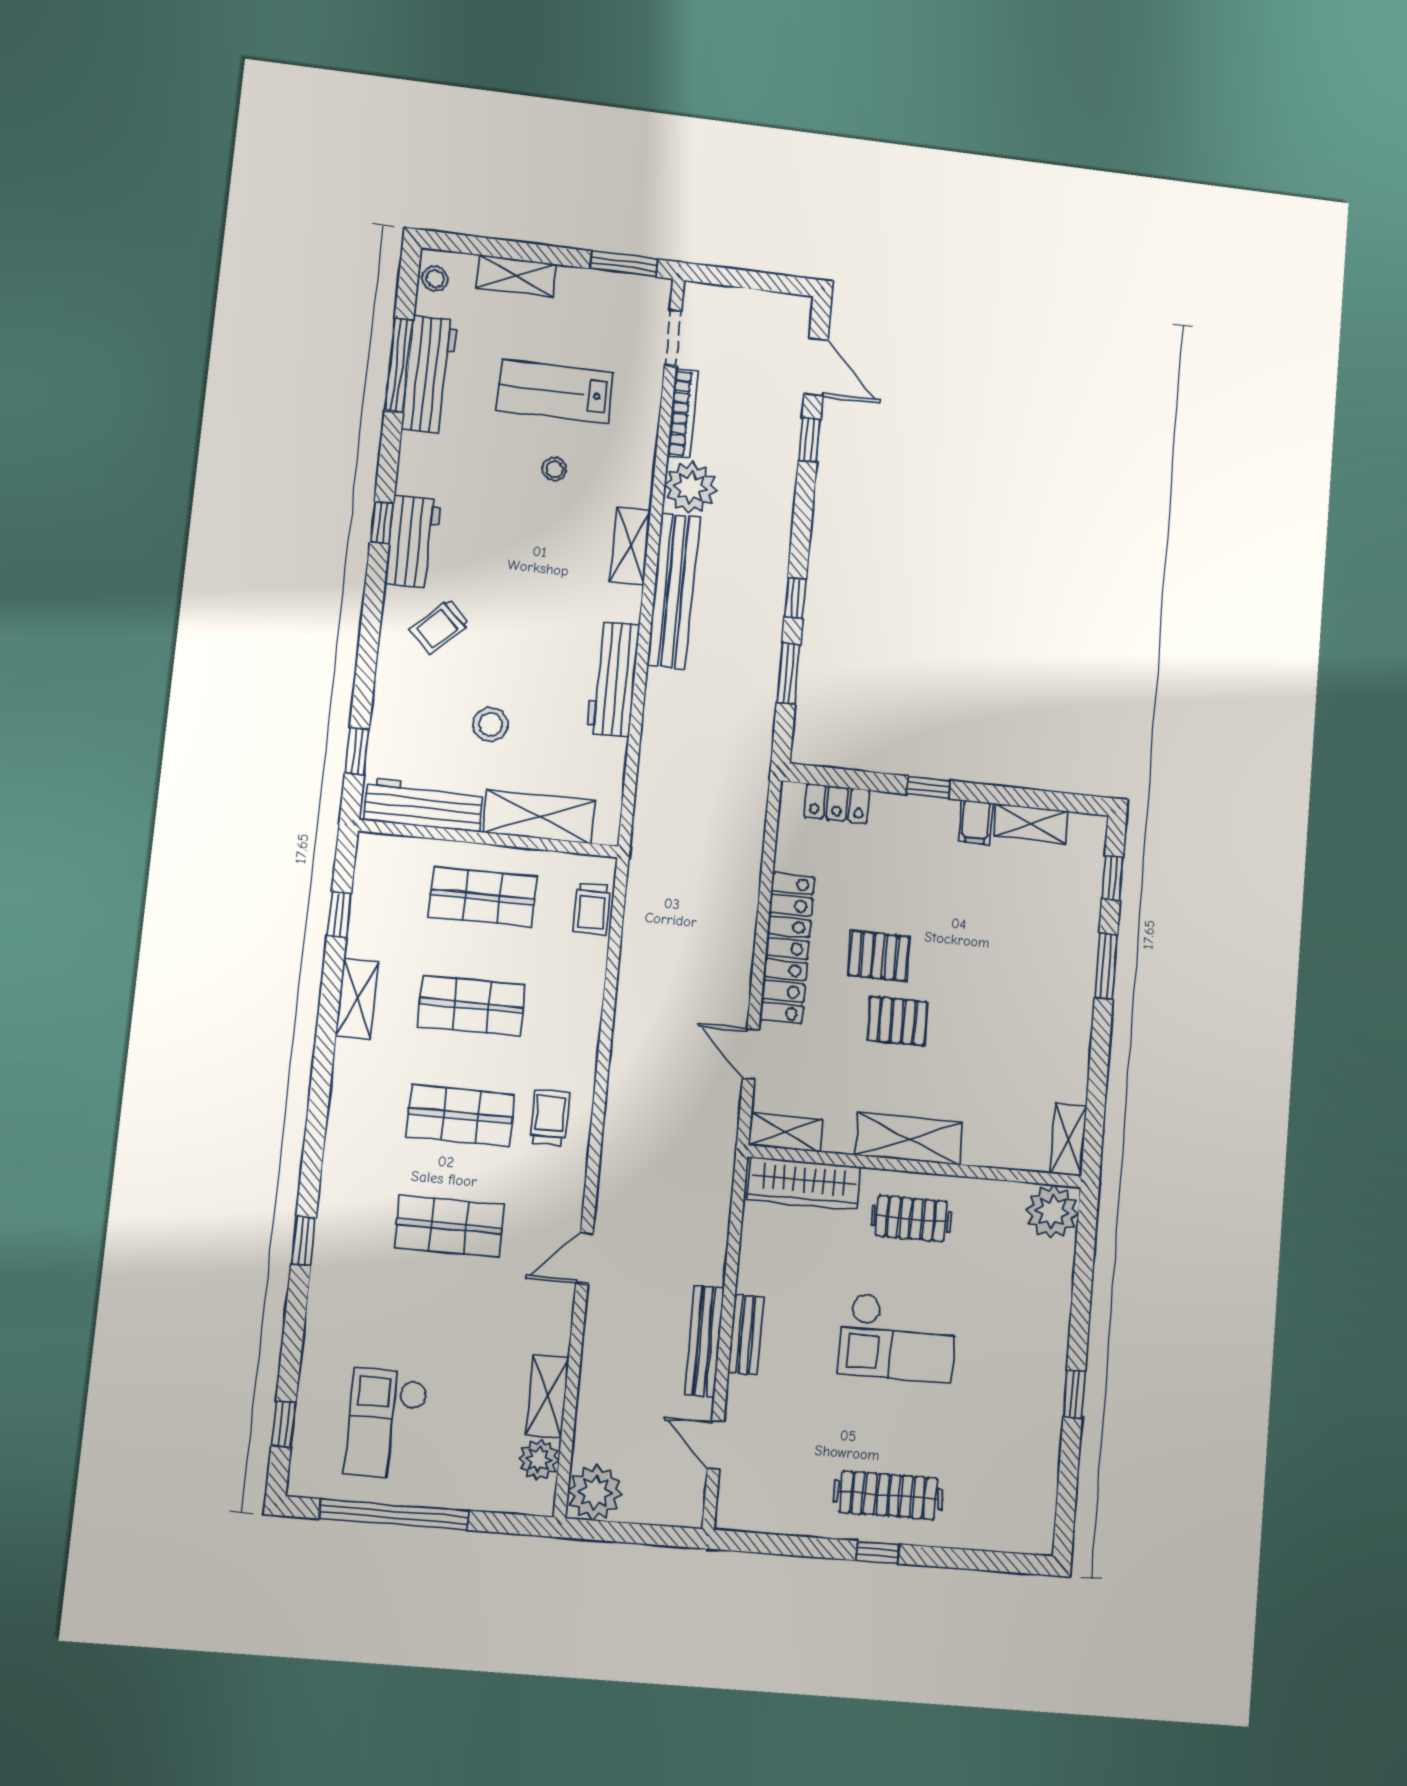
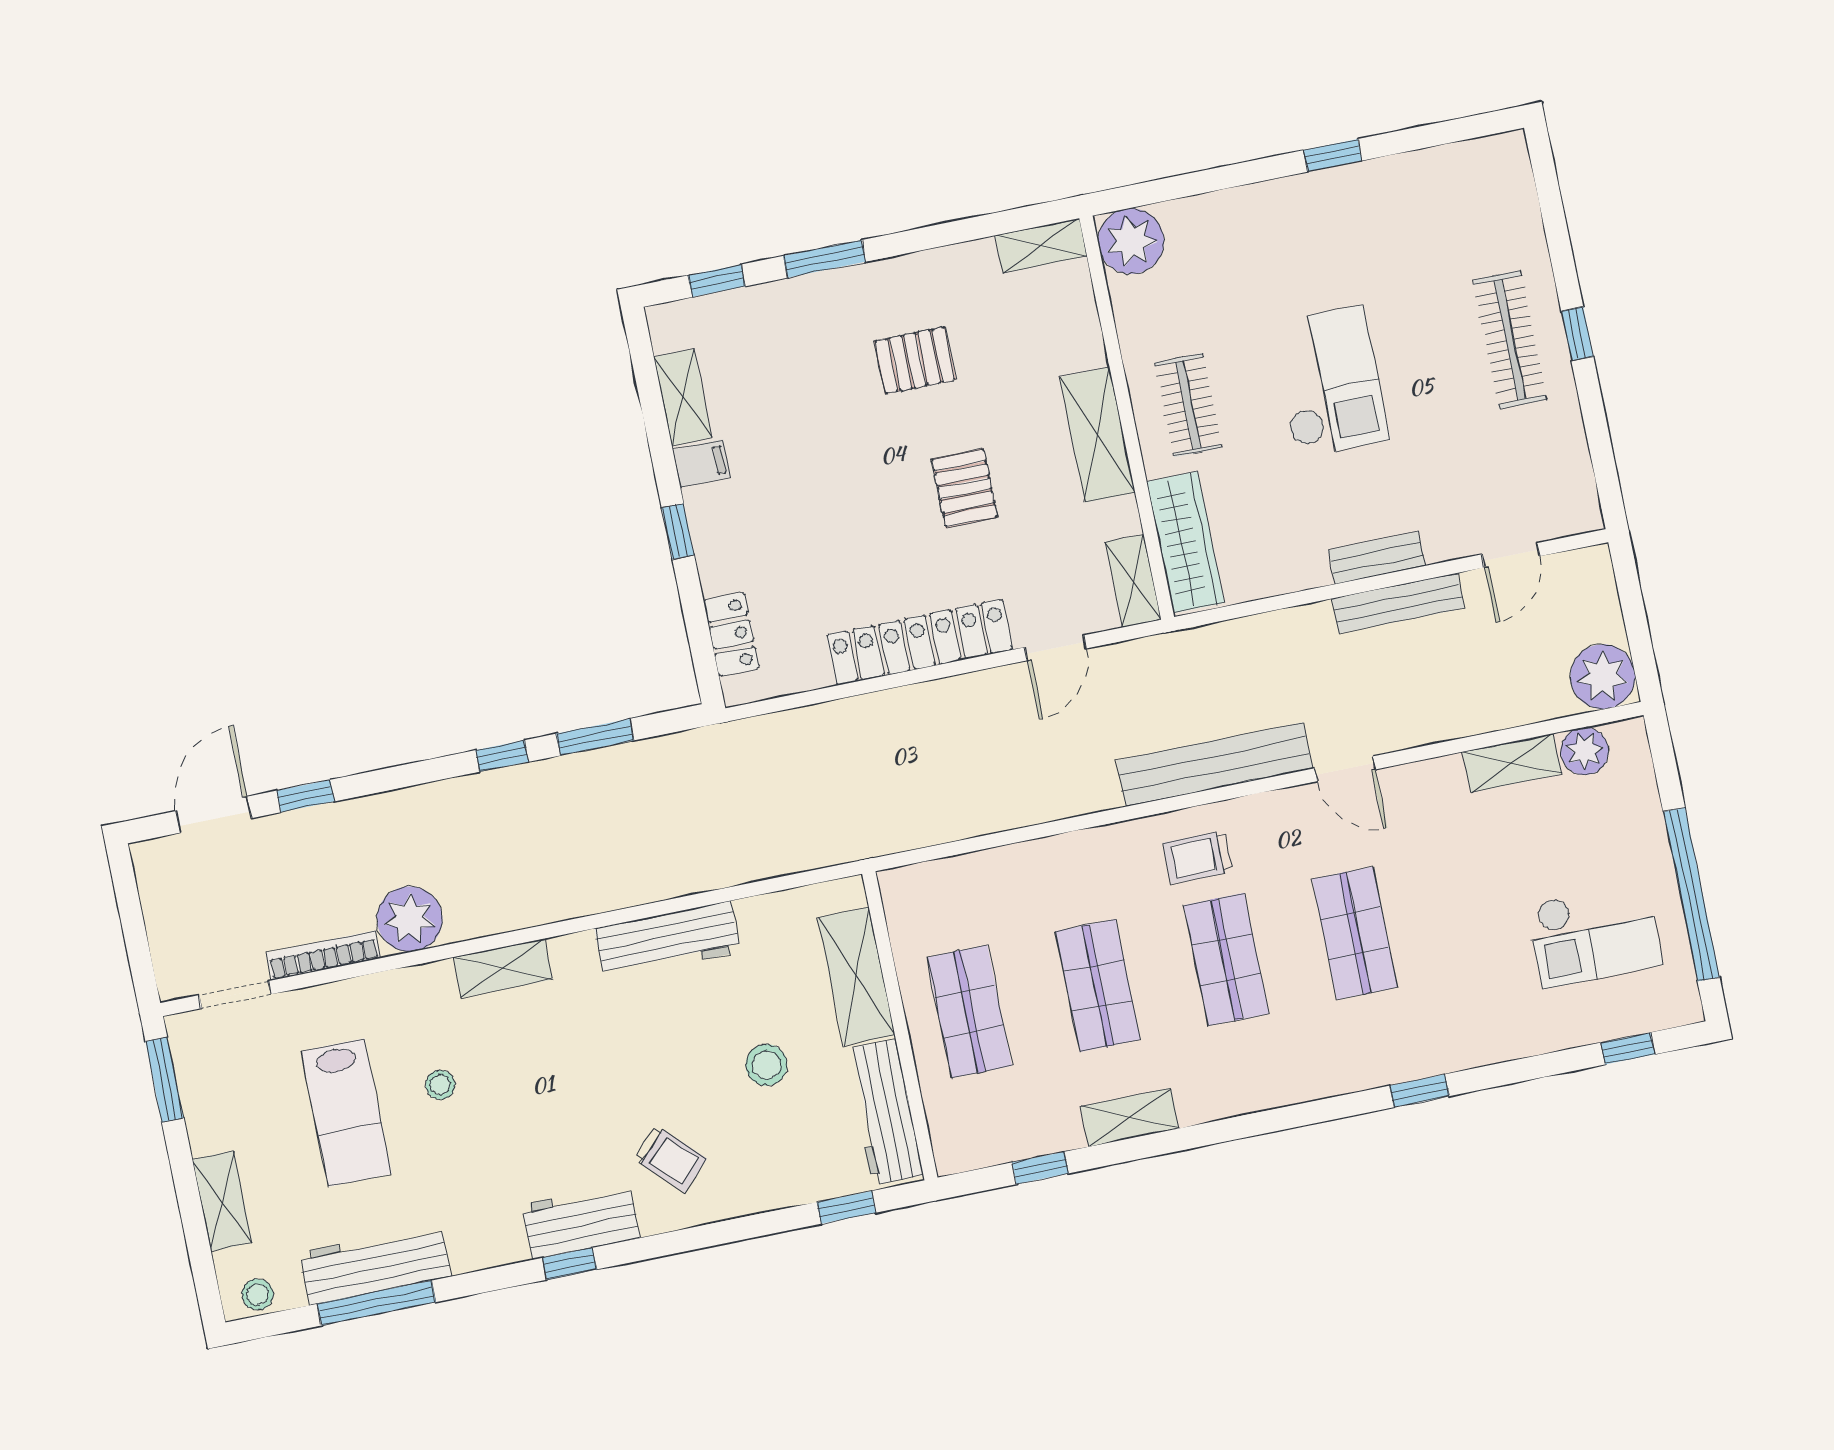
bench: (673, 591) -> (1215, 764), moved
trolley: (592, 909) -> (944, 883), removed
pallet: (879, 956) -> (915, 360), moved, turned 90

